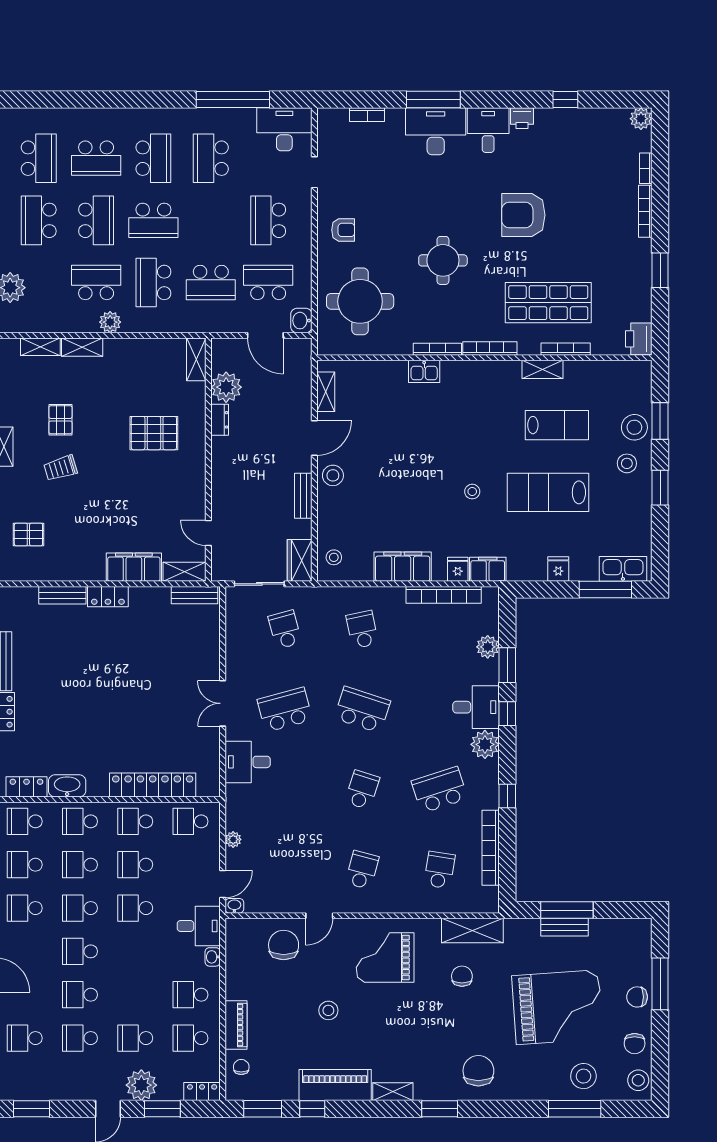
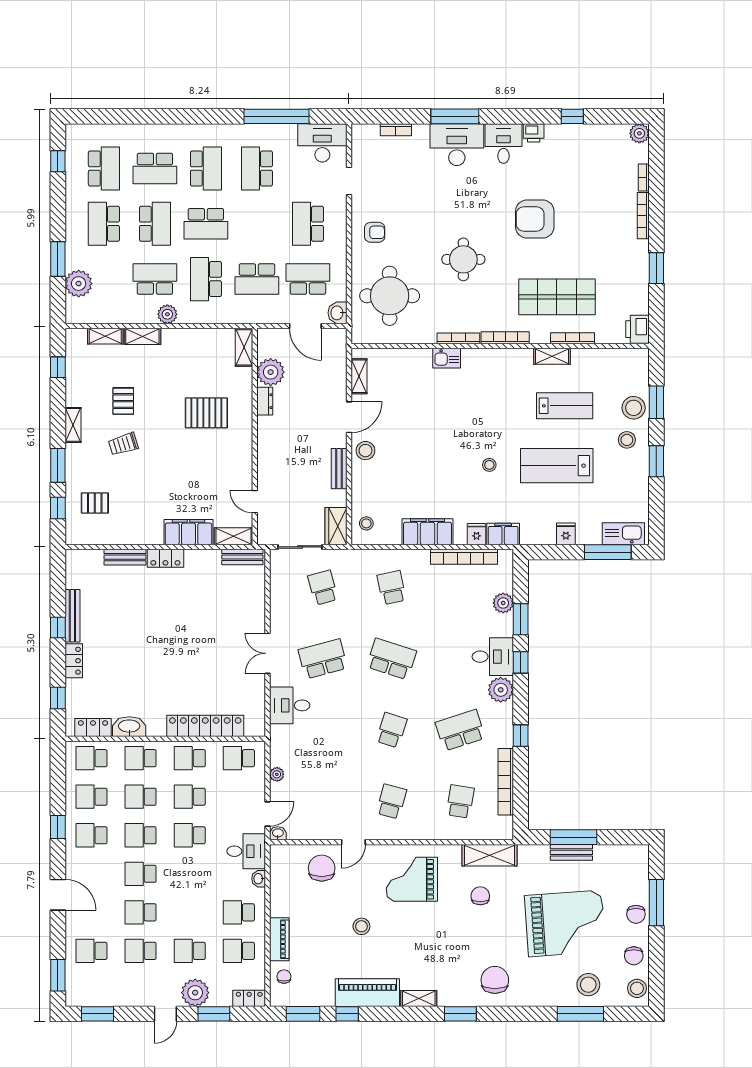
chair: (637, 997) -> (636, 914), turned -90

